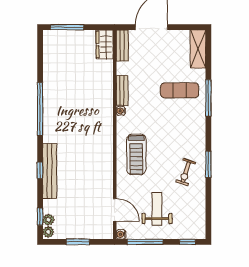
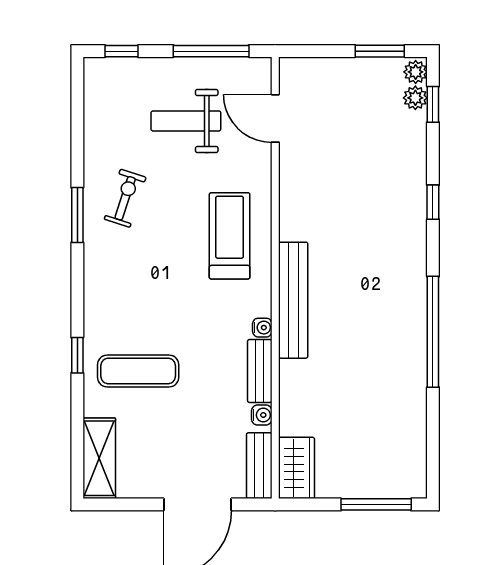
window: (208, 98) -> (77, 355), width x0.46
bench: (50, 171) -> (293, 300), moved
weight bench: (157, 209) -> (186, 121), turned 90
water cooler: (121, 234) -> (262, 415), moved
window: (78, 242) -> (380, 51), moved

